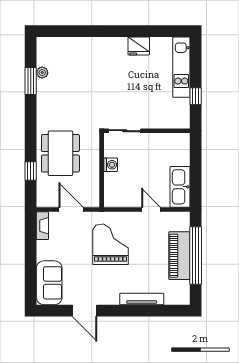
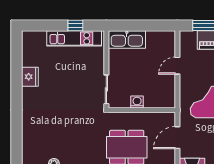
kitchen unit: (181, 67) -> (74, 38), moved
kitchen sink: (180, 187) -> (127, 40), moved

